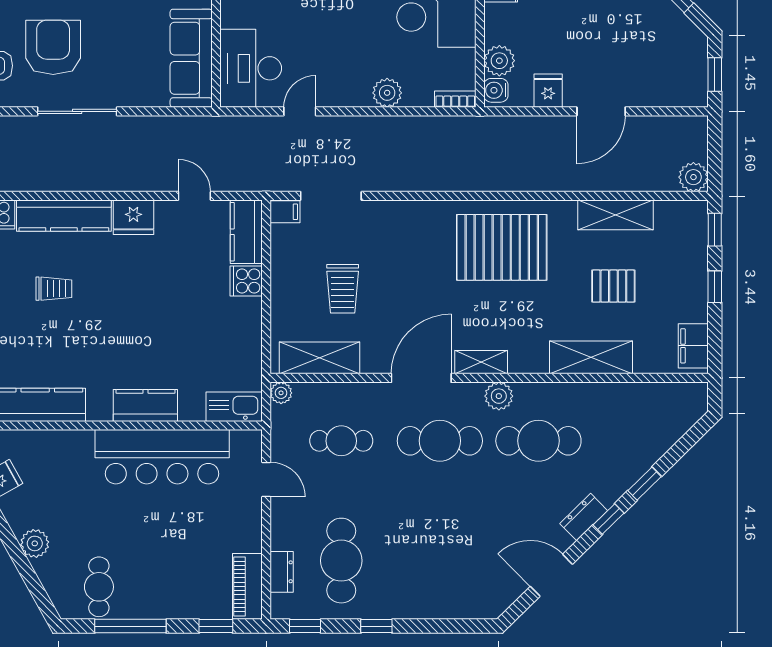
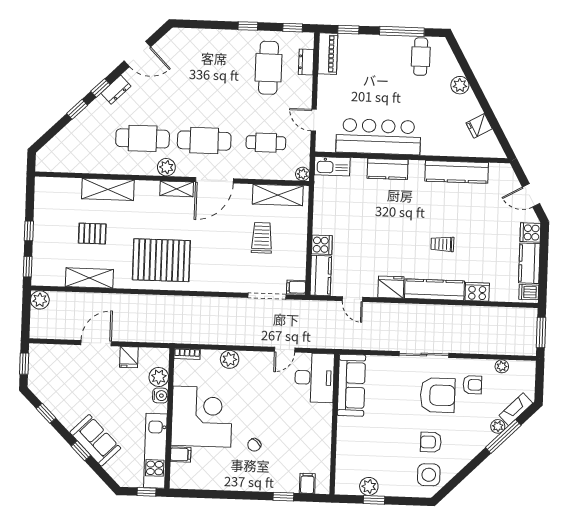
armchair: (53, 47) -> (438, 395), turned -90
water cooler: (496, 90) -> (160, 396), moved
filing cabinet: (693, 346) -> (44, 194), removed

